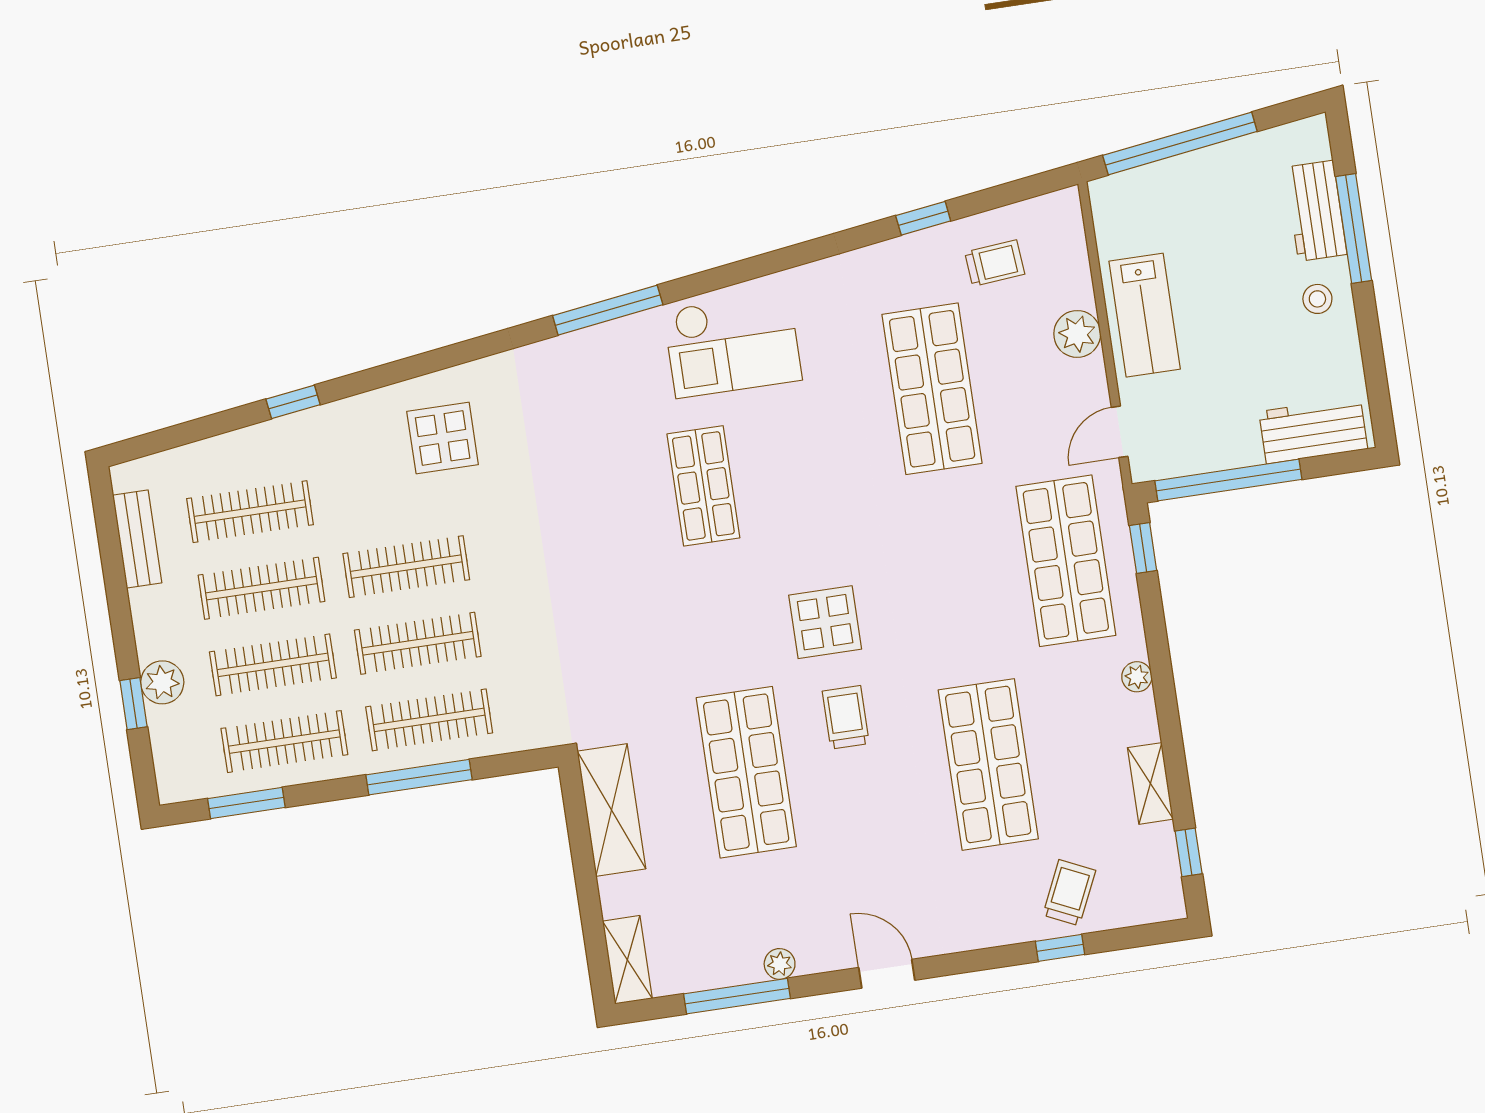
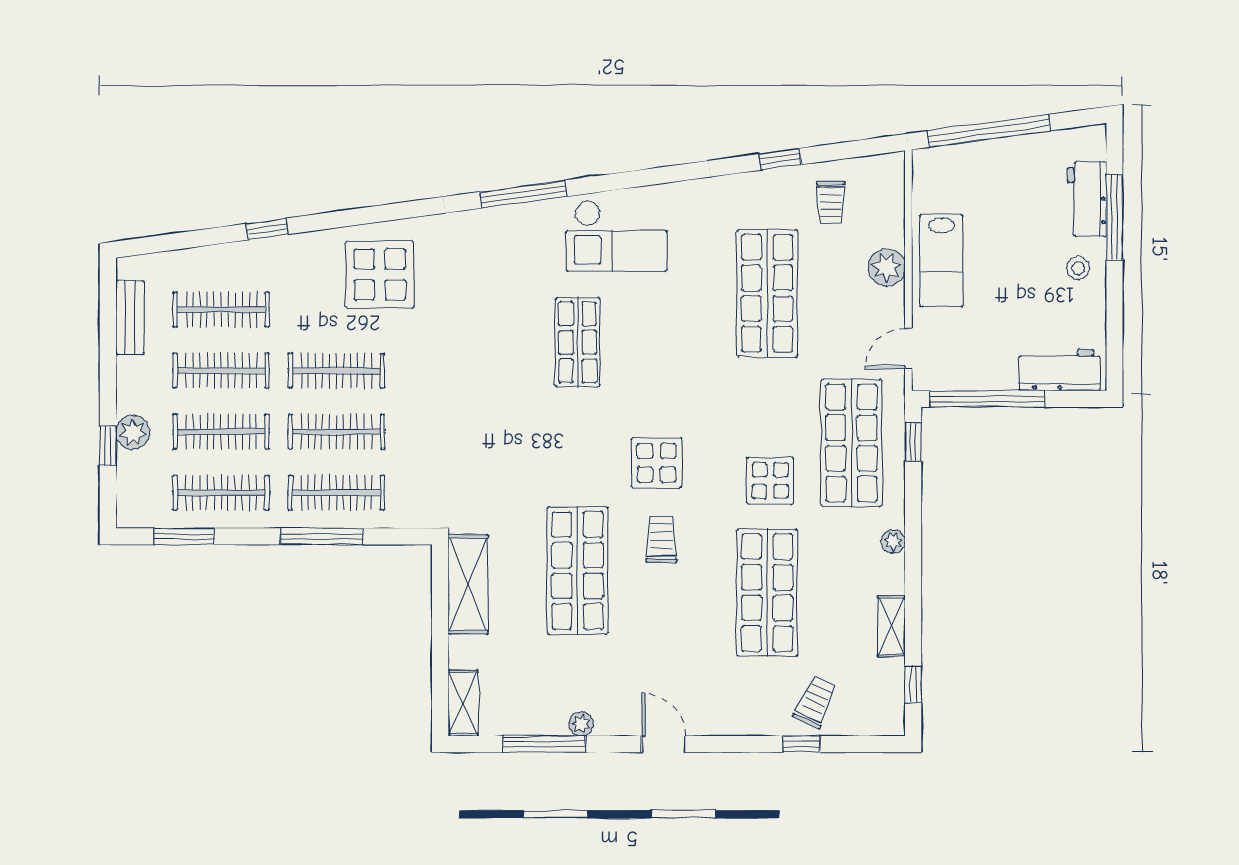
trolley: (995, 263) -> (831, 203), turned 95
display table: (443, 438) -> (380, 275), width x1.36, depth x1.36
display table: (971, 623) -> (770, 481), added

